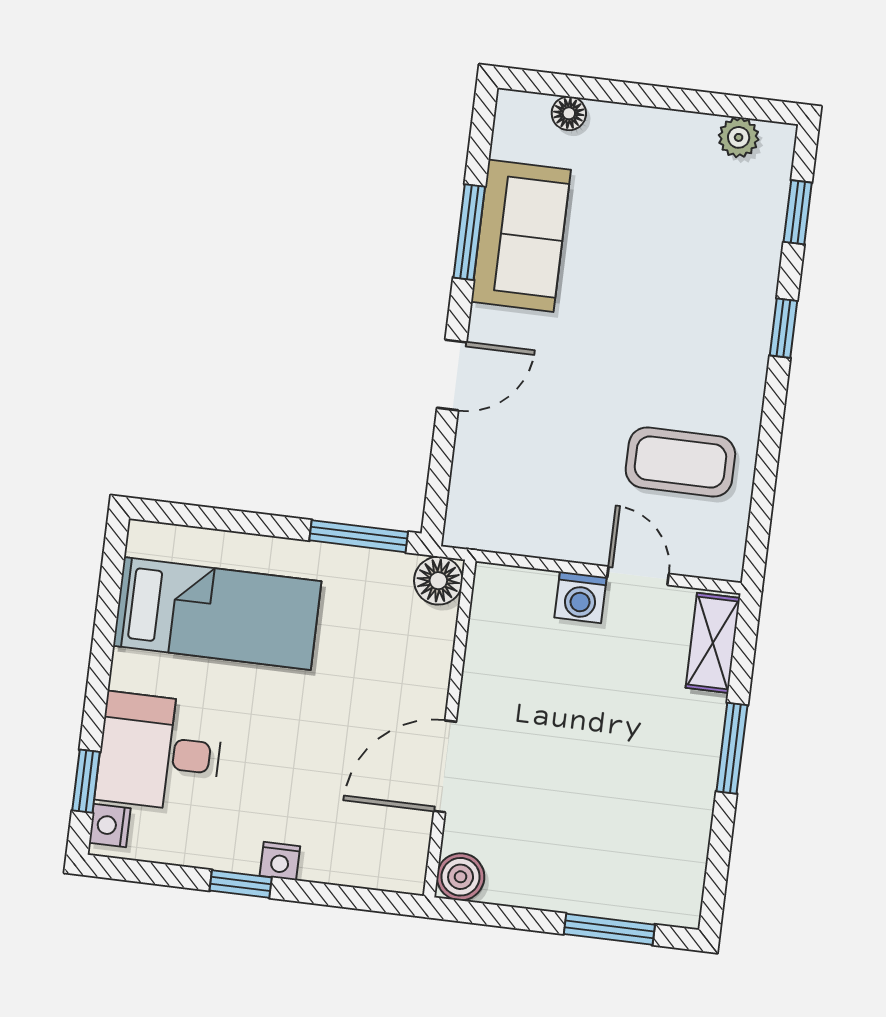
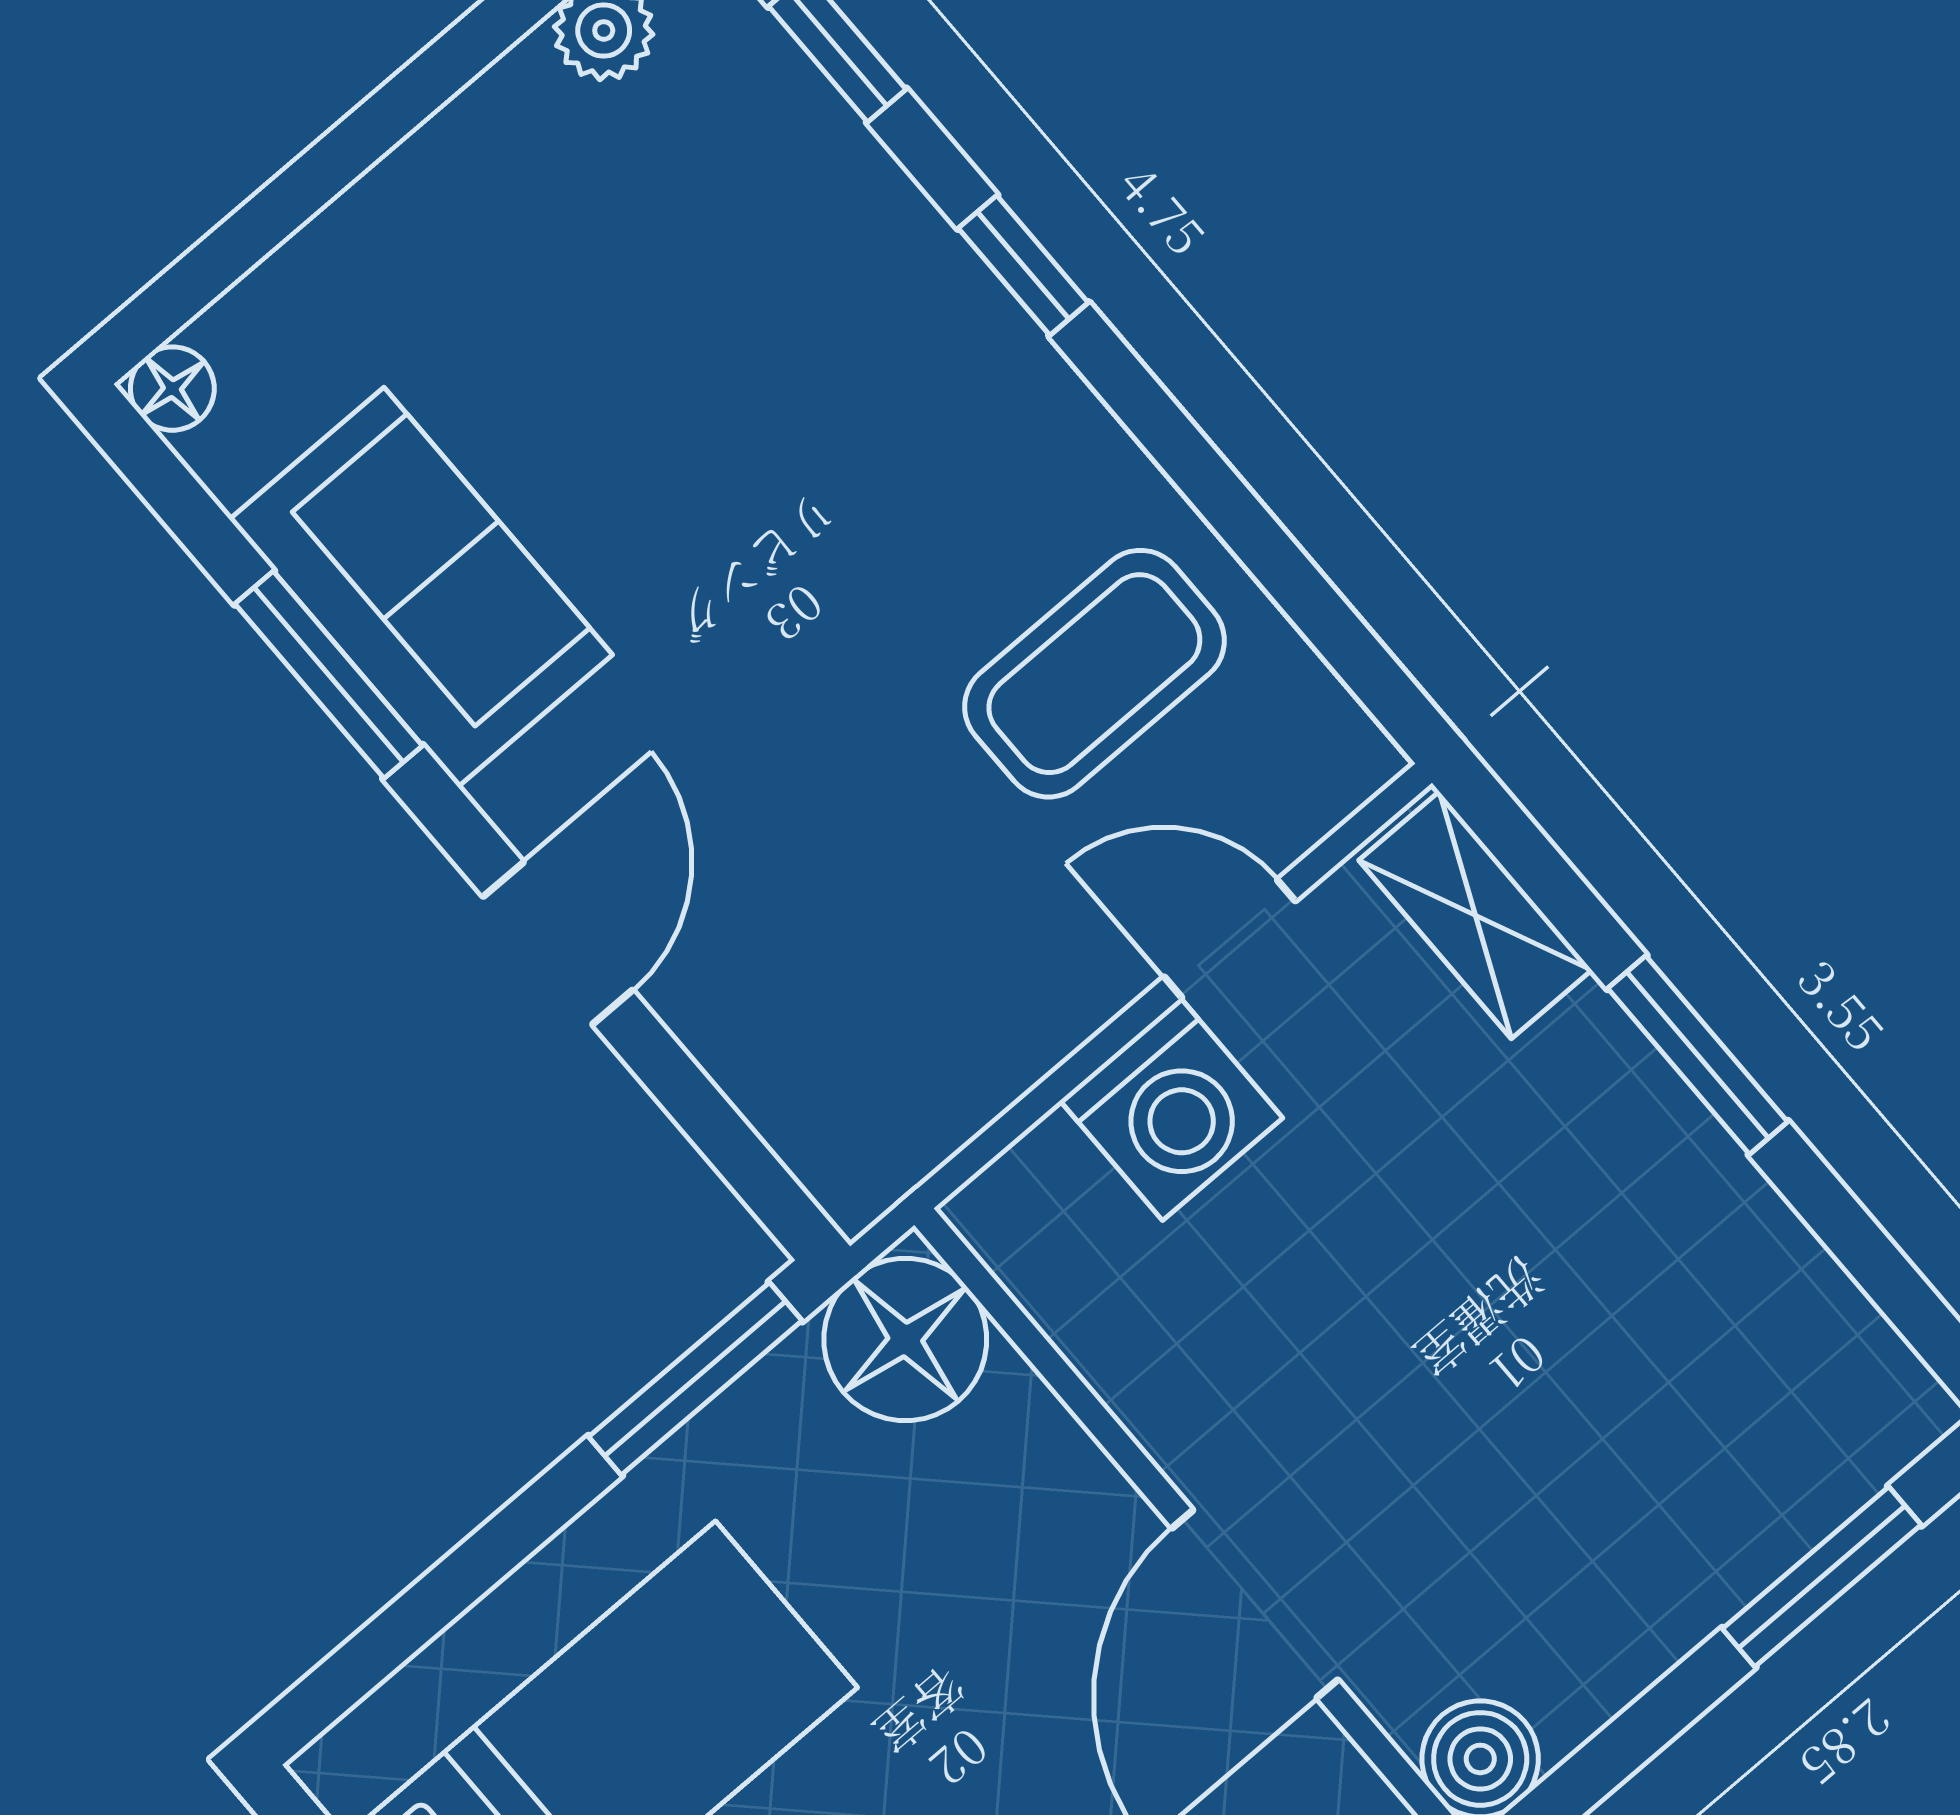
floor lamp: (569, 113) -> (172, 389), moved
floor lamp: (438, 581) -> (905, 1339), width x1.38, depth x1.38
washing machine: (581, 597) -> (1171, 1109), width x1.38, depth x1.38

